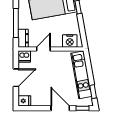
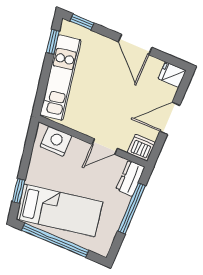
door: (60, 108) -> (135, 45), moved

